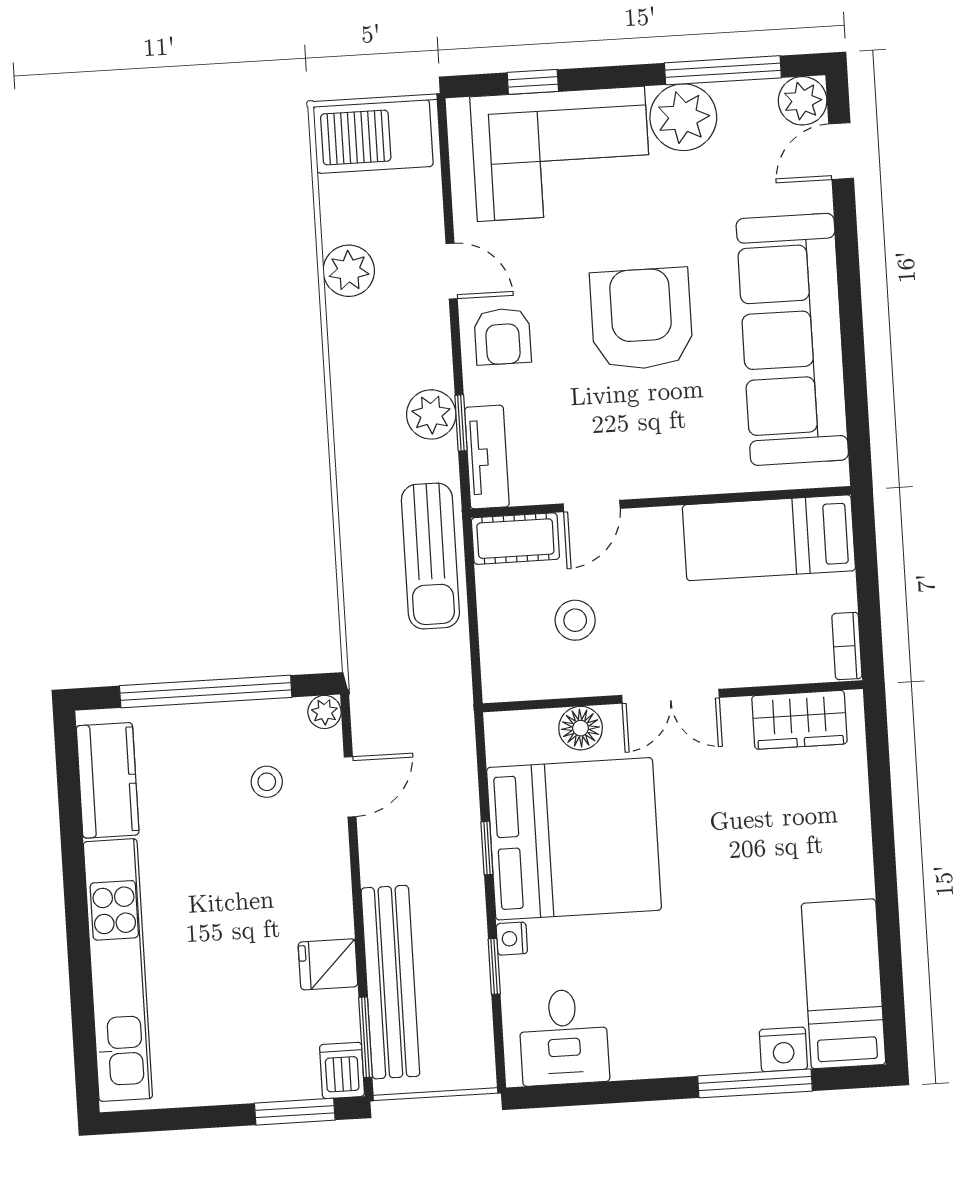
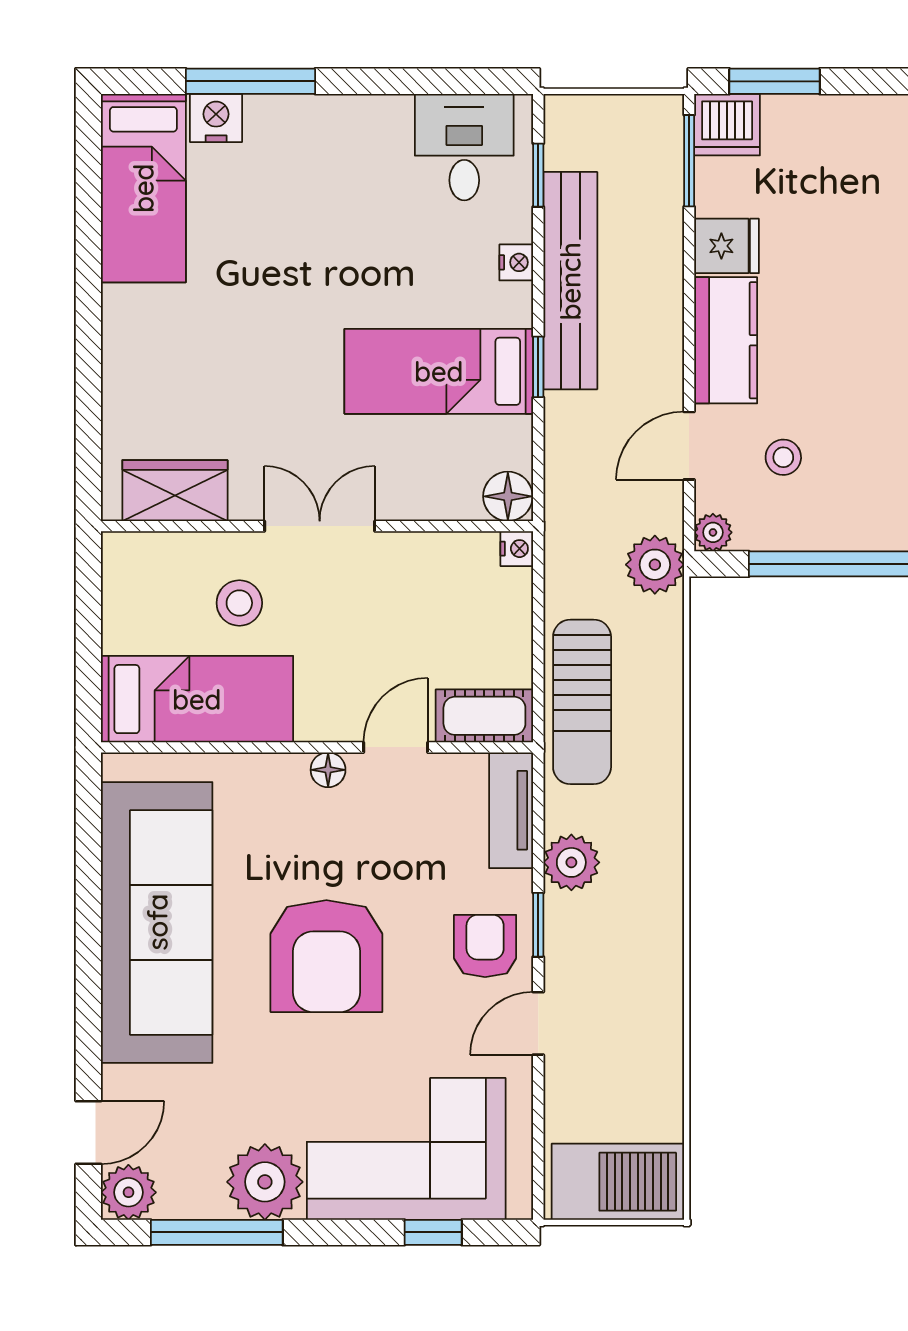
plant: (349, 271) -> (655, 565), moved
door: (452, 271) -> (538, 1023), hinge flipped
window: (461, 423) -> (538, 925), moved
floor lamp: (650, 483) -> (328, 770), added
sun lounger: (430, 556) -> (582, 702), turned 180
stool: (575, 620) -> (239, 603), moved
bookcase: (847, 646) -> (116, 571), removed
nightstand: (496, 687) -> (517, 549), added
floor lamp: (581, 728) -> (508, 496), moved
bed: (574, 839) -> (439, 371), width x0.49
kitchen counter: (324, 881) -> (726, 340), added
window: (494, 966) -> (538, 175), moved
bench: (390, 982) -> (570, 281), moved
dishwasher: (342, 1070) -> (727, 125), width x1.38

